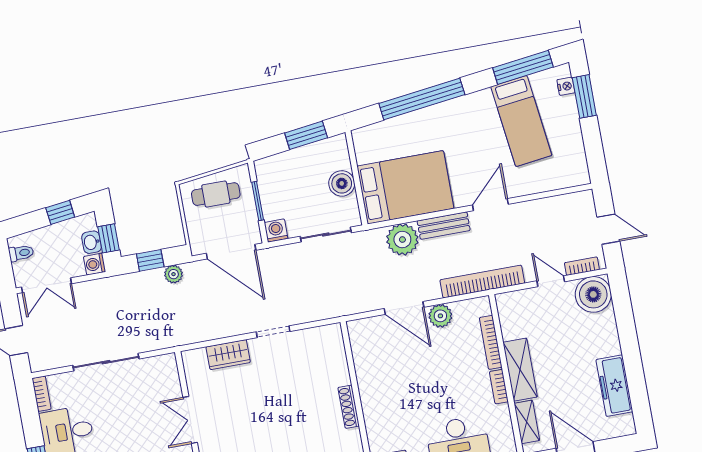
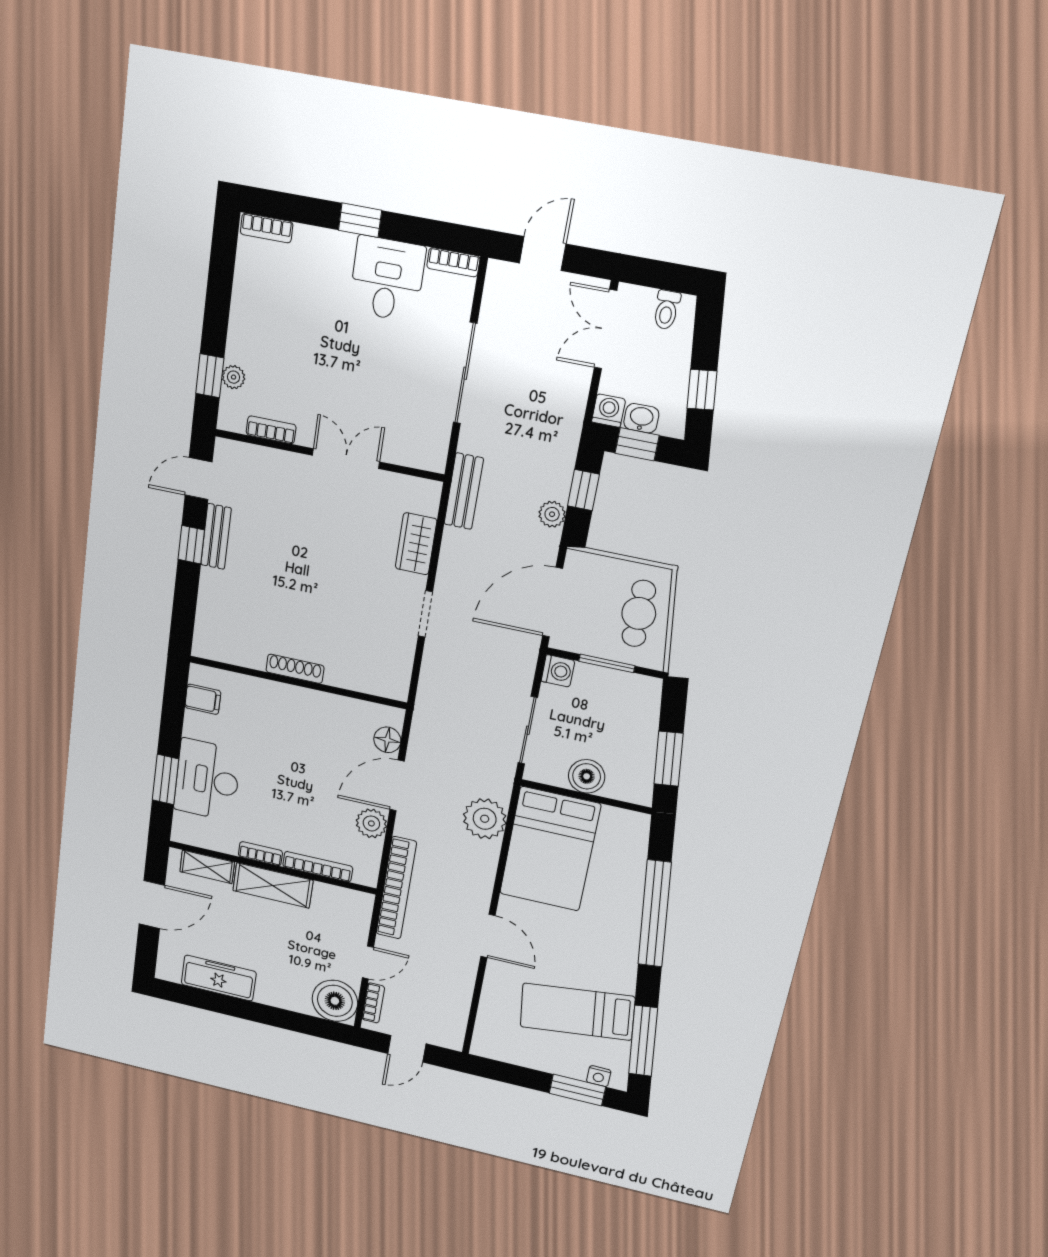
bench: (444, 226) -> (464, 491), moved
floor lamp: (373, 326) -> (387, 740), added

